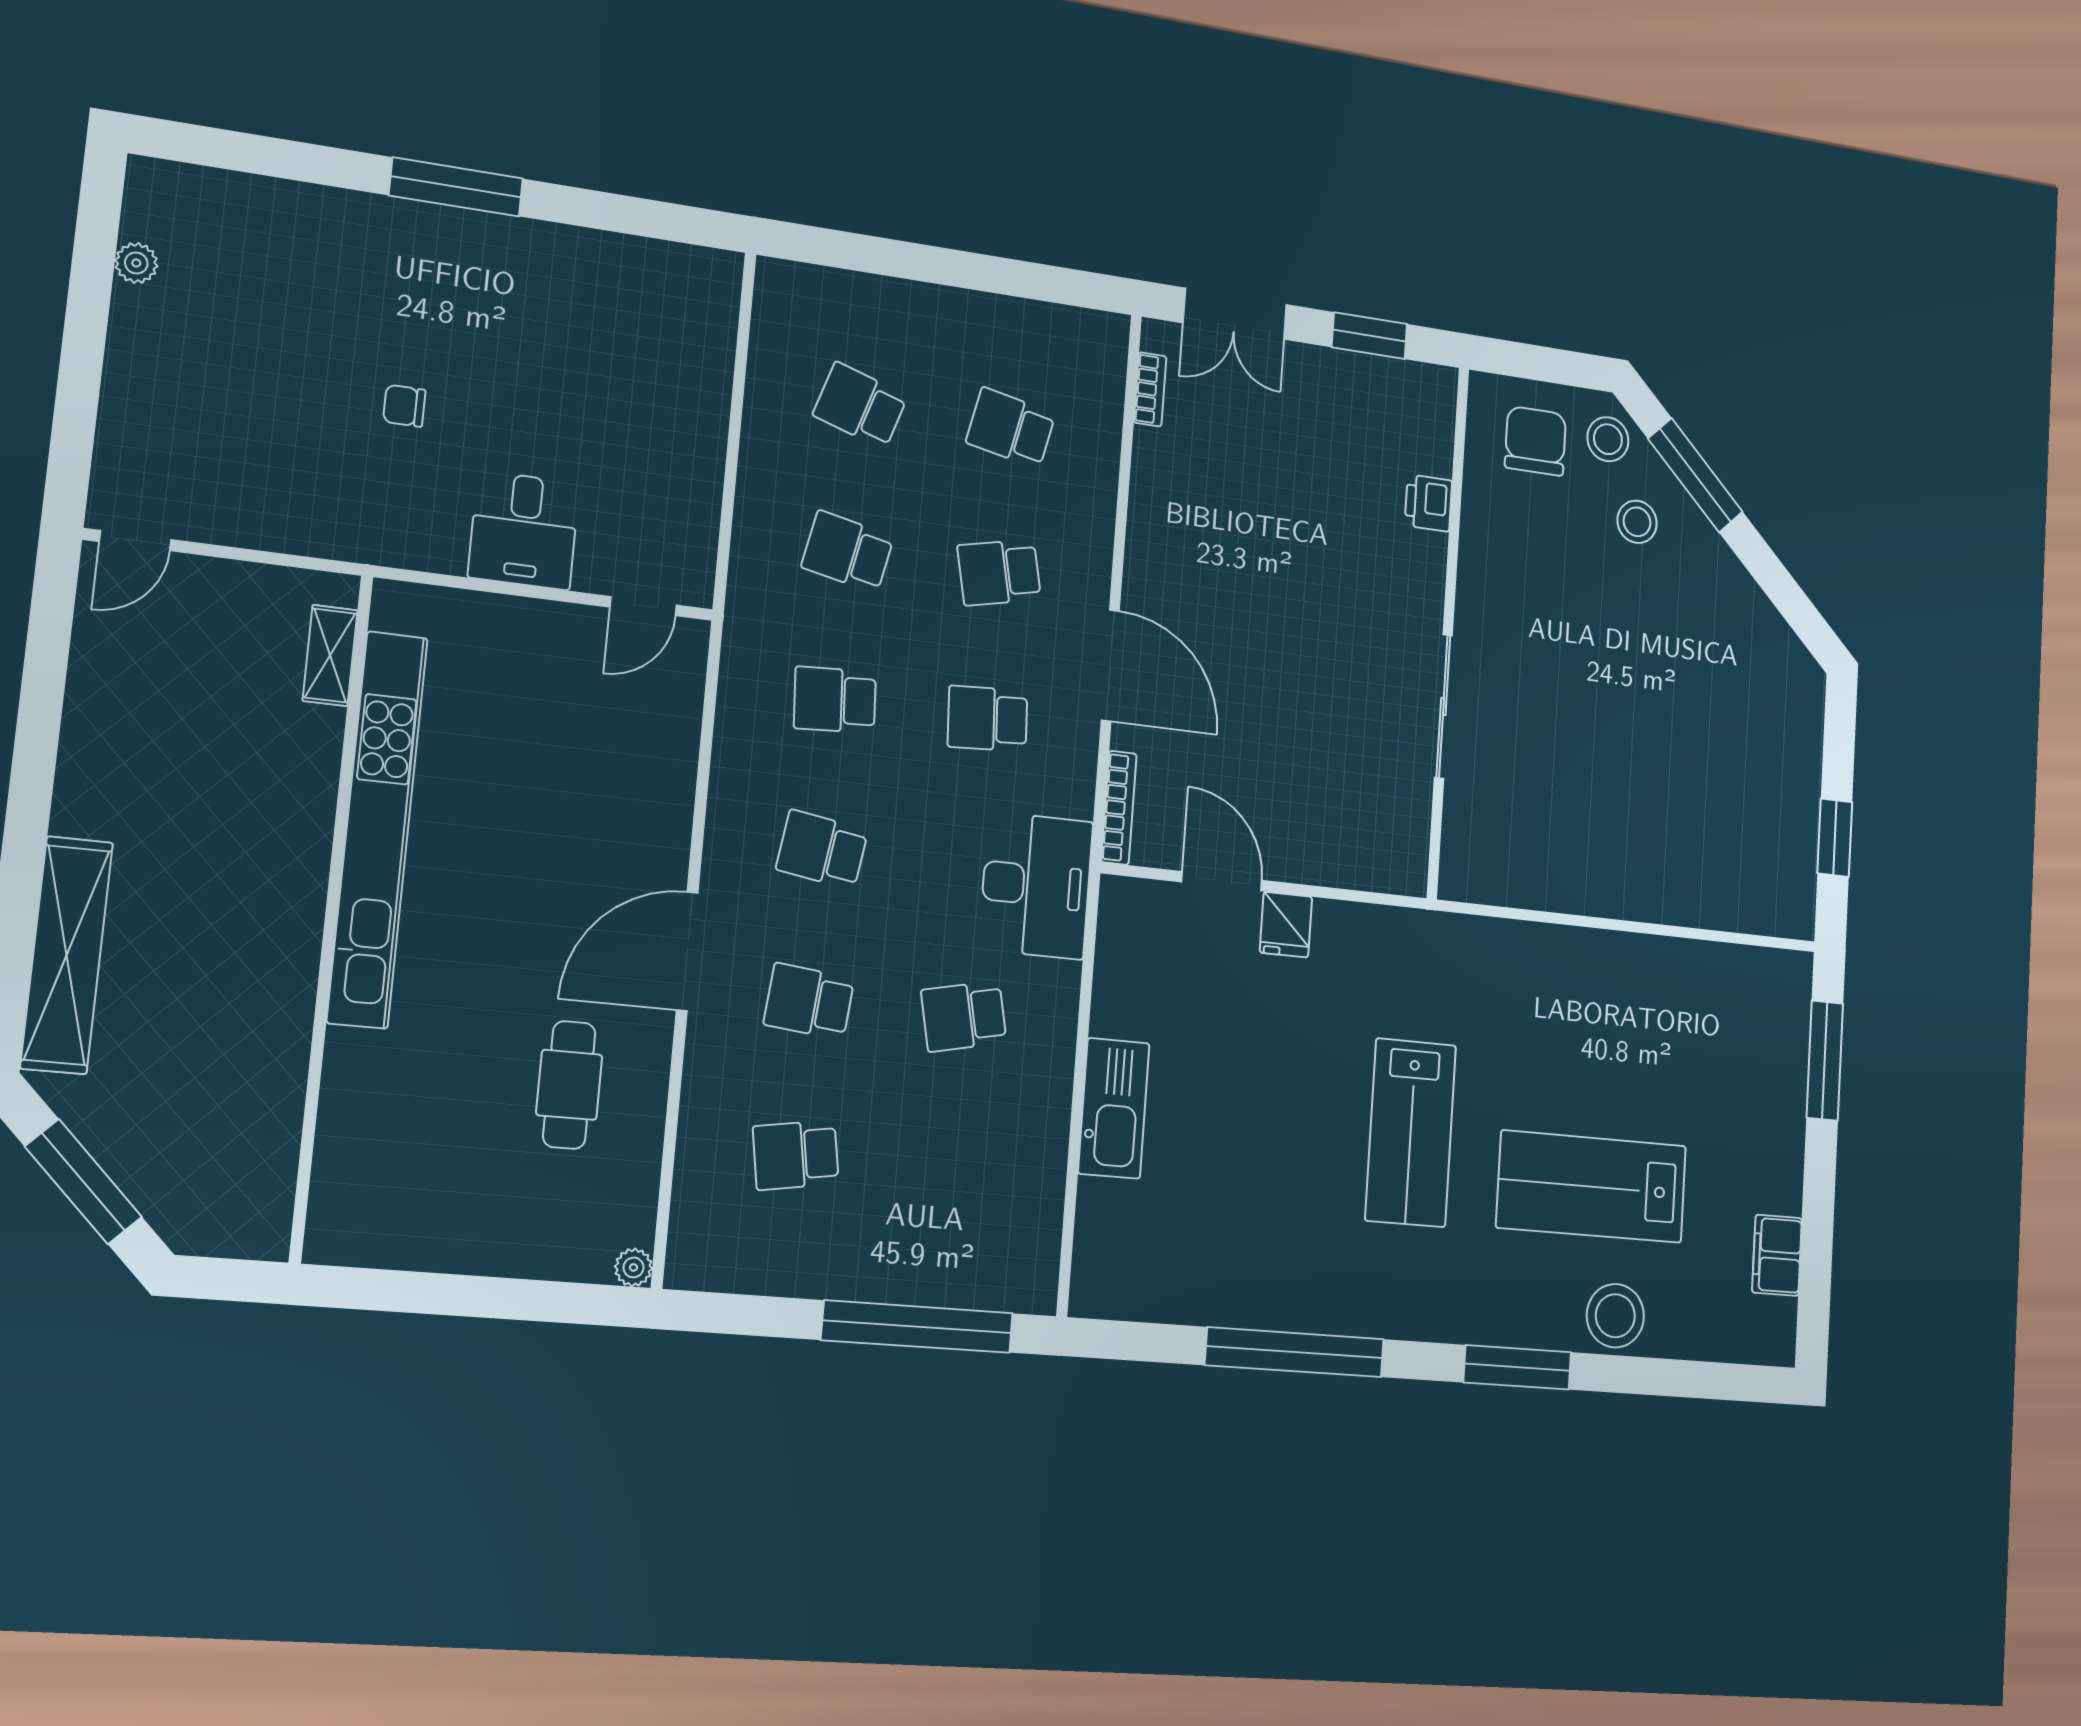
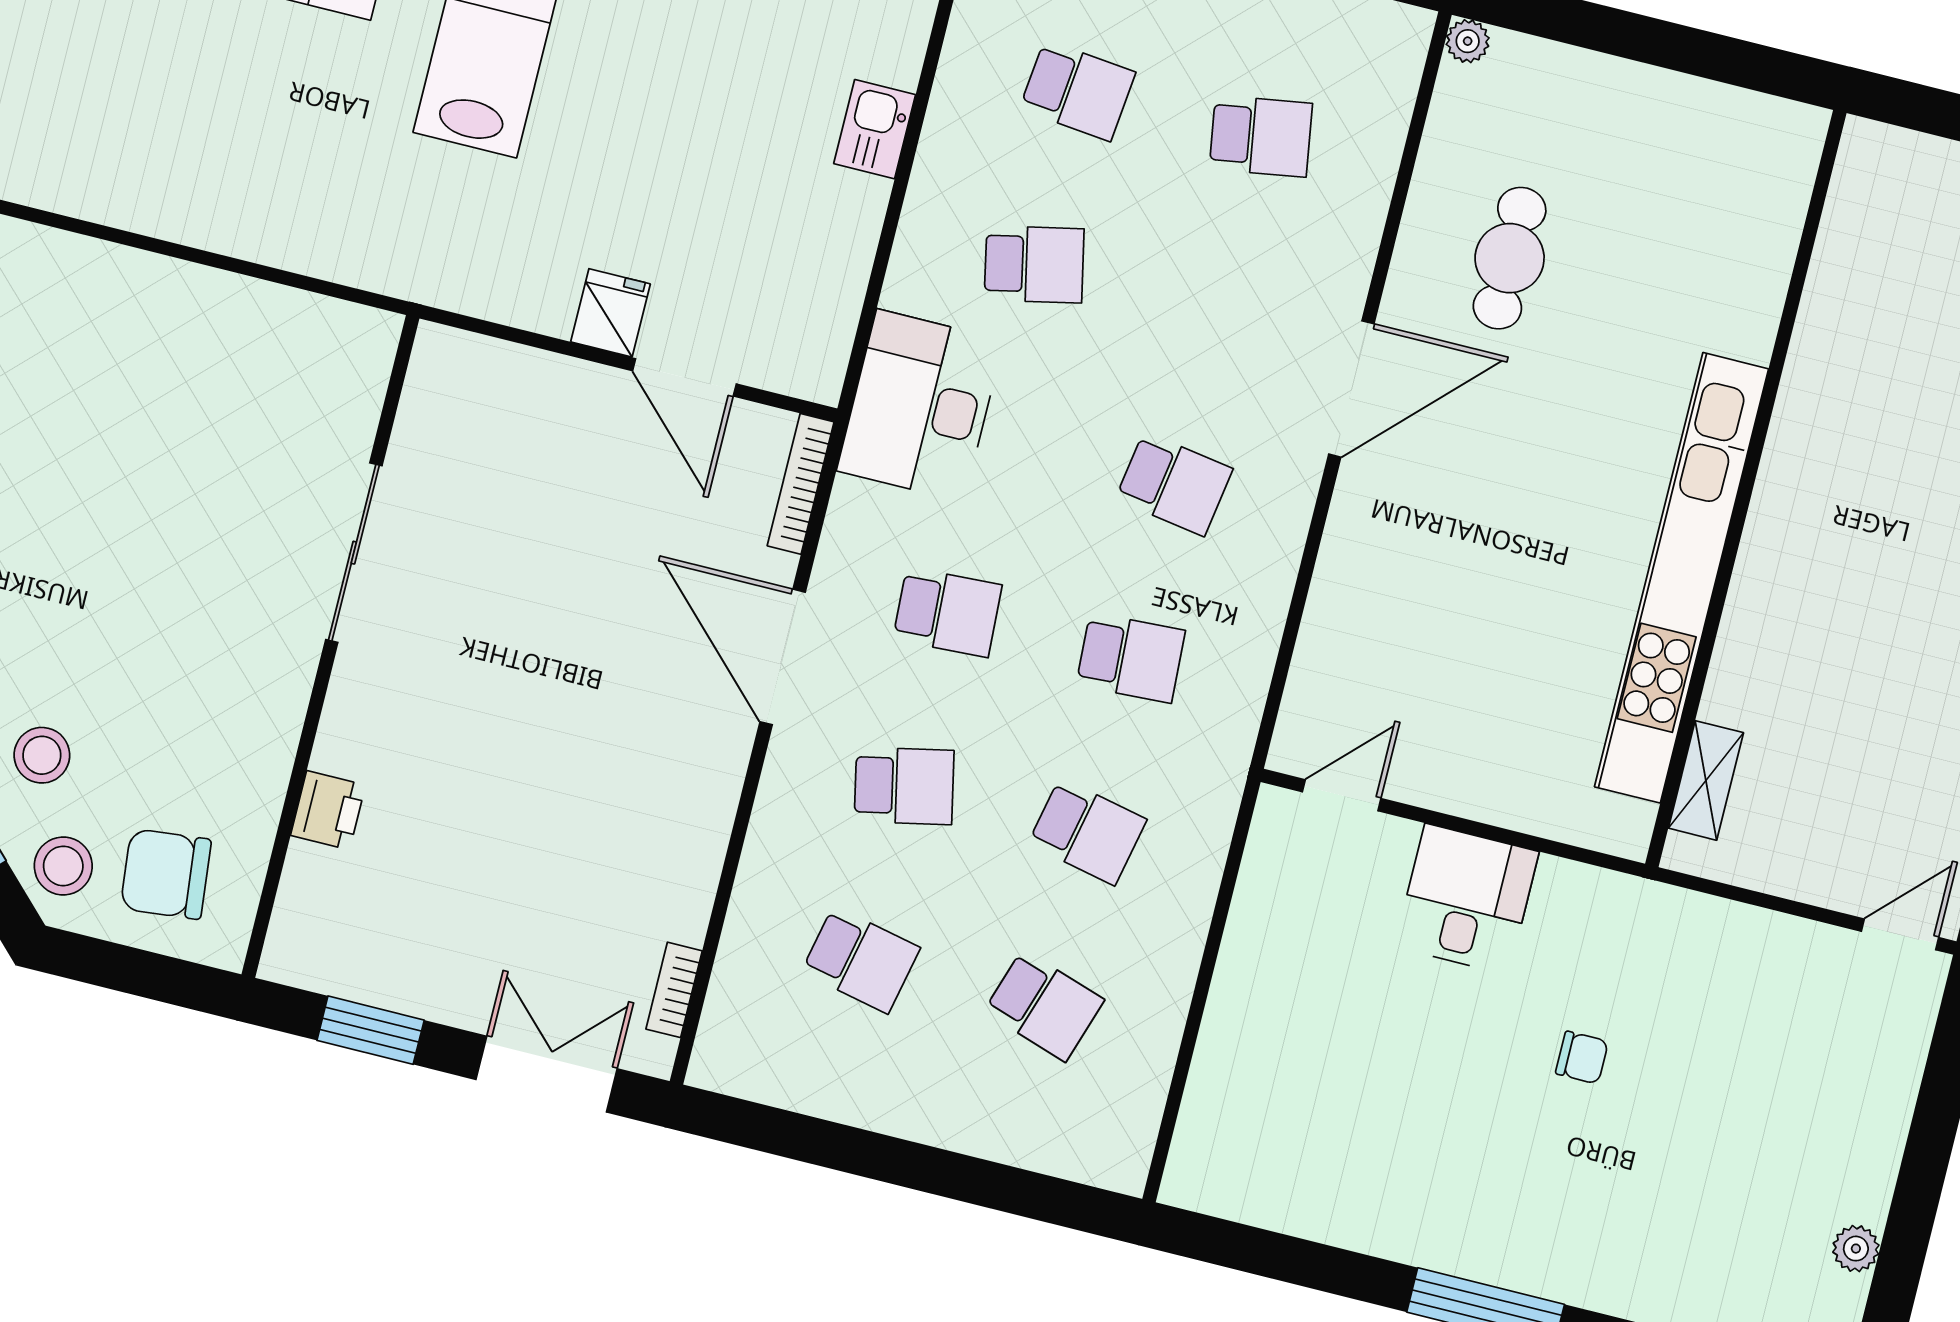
chair: (1535, 441) -> (166, 874), turned 84
school desk: (809, 1001) -> (1078, 90), moved
kitchen sink: (1114, 1108) -> (875, 129), width x0.53, depth x0.81

